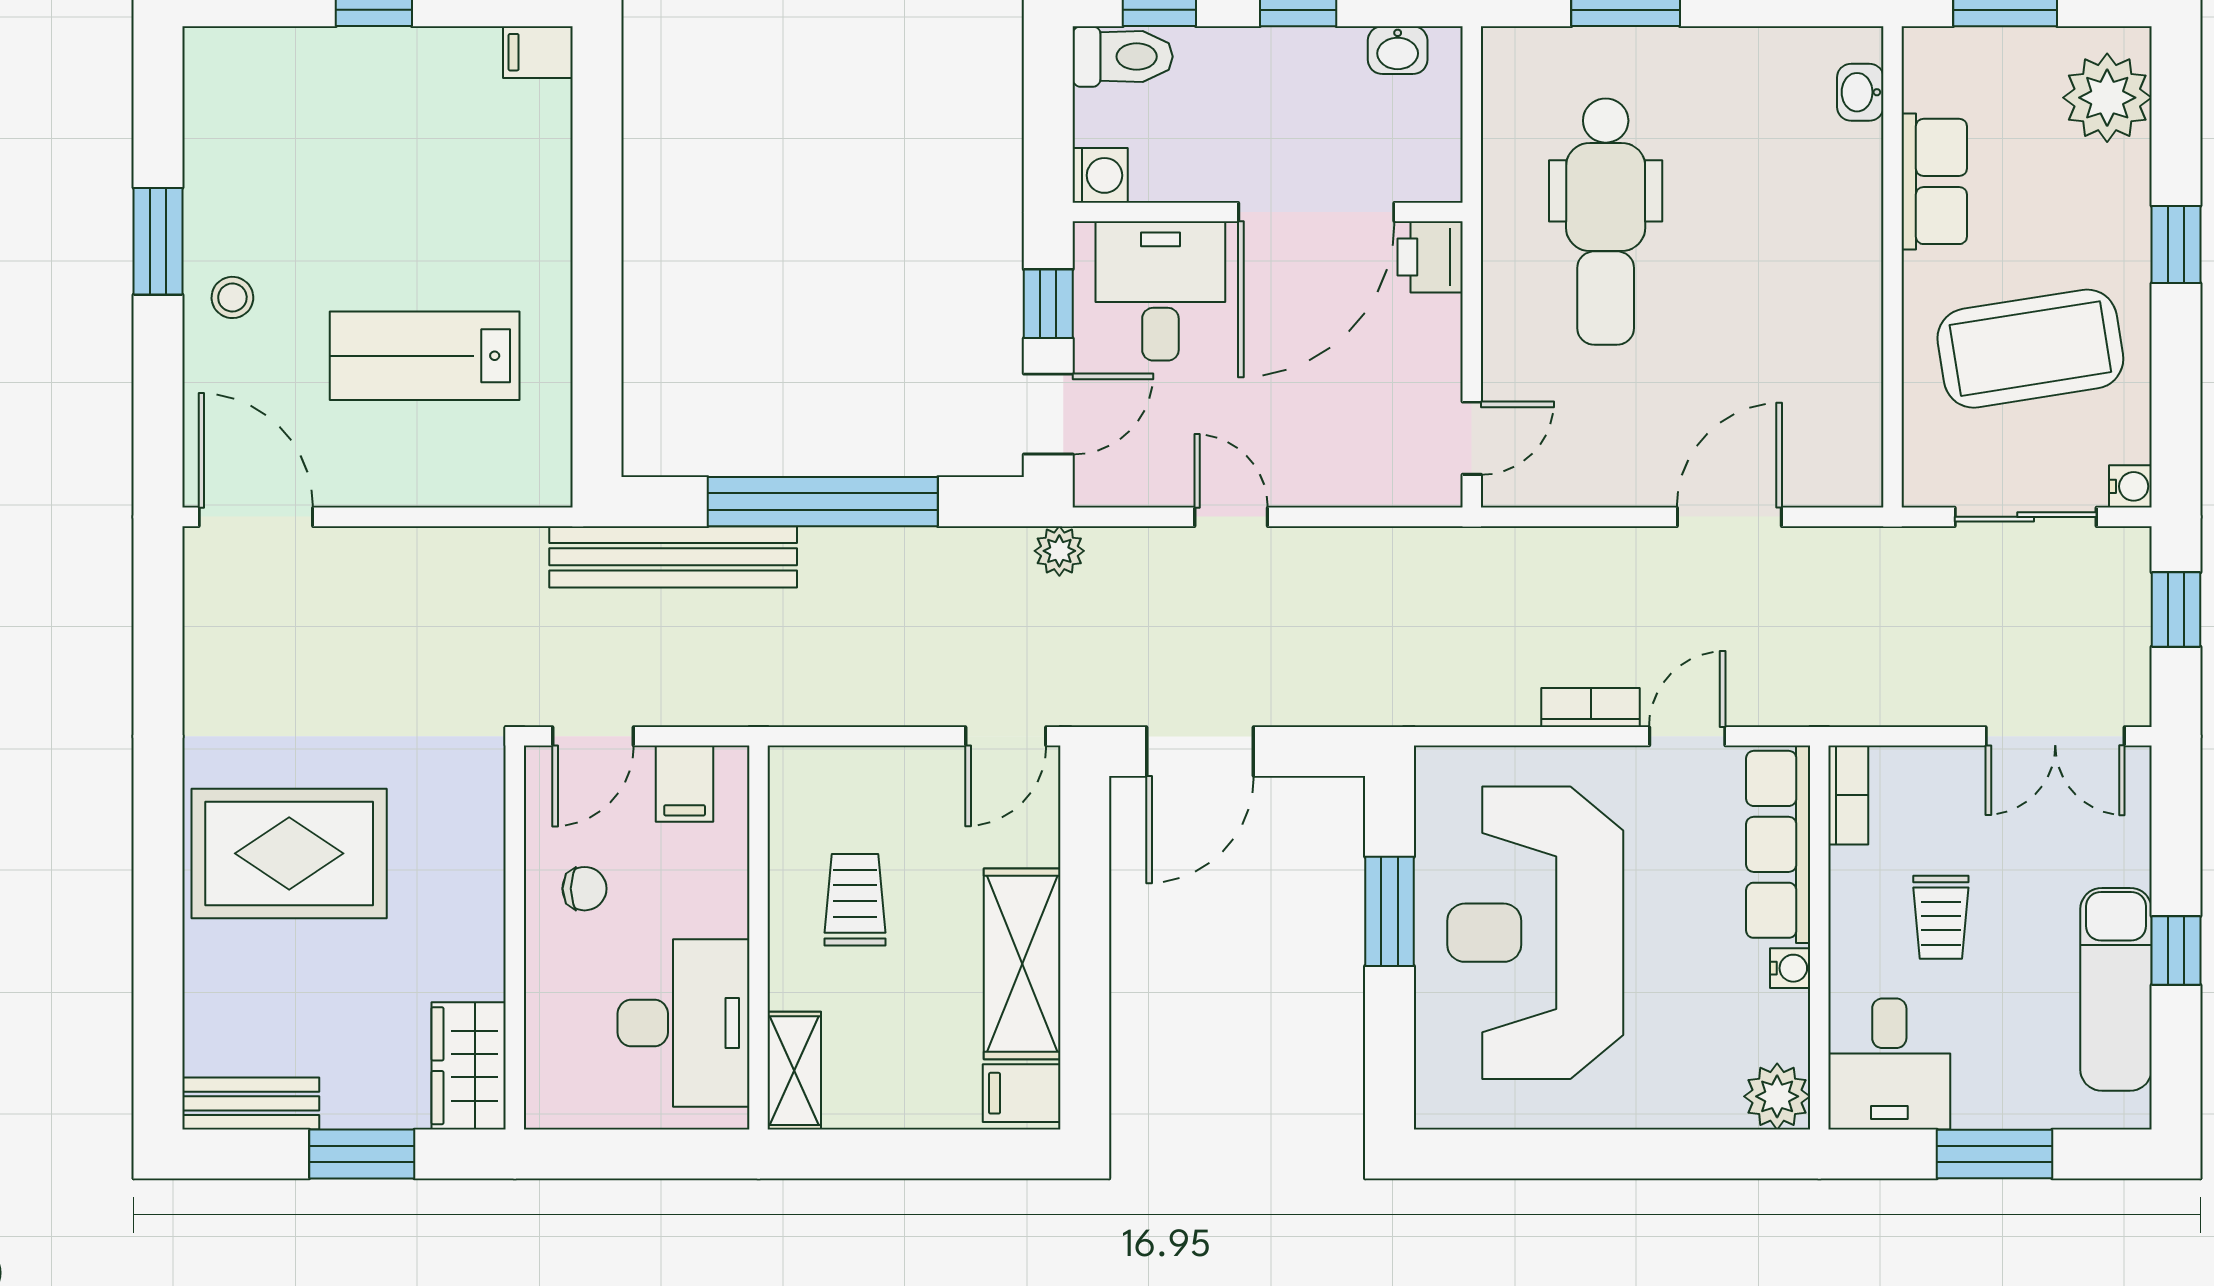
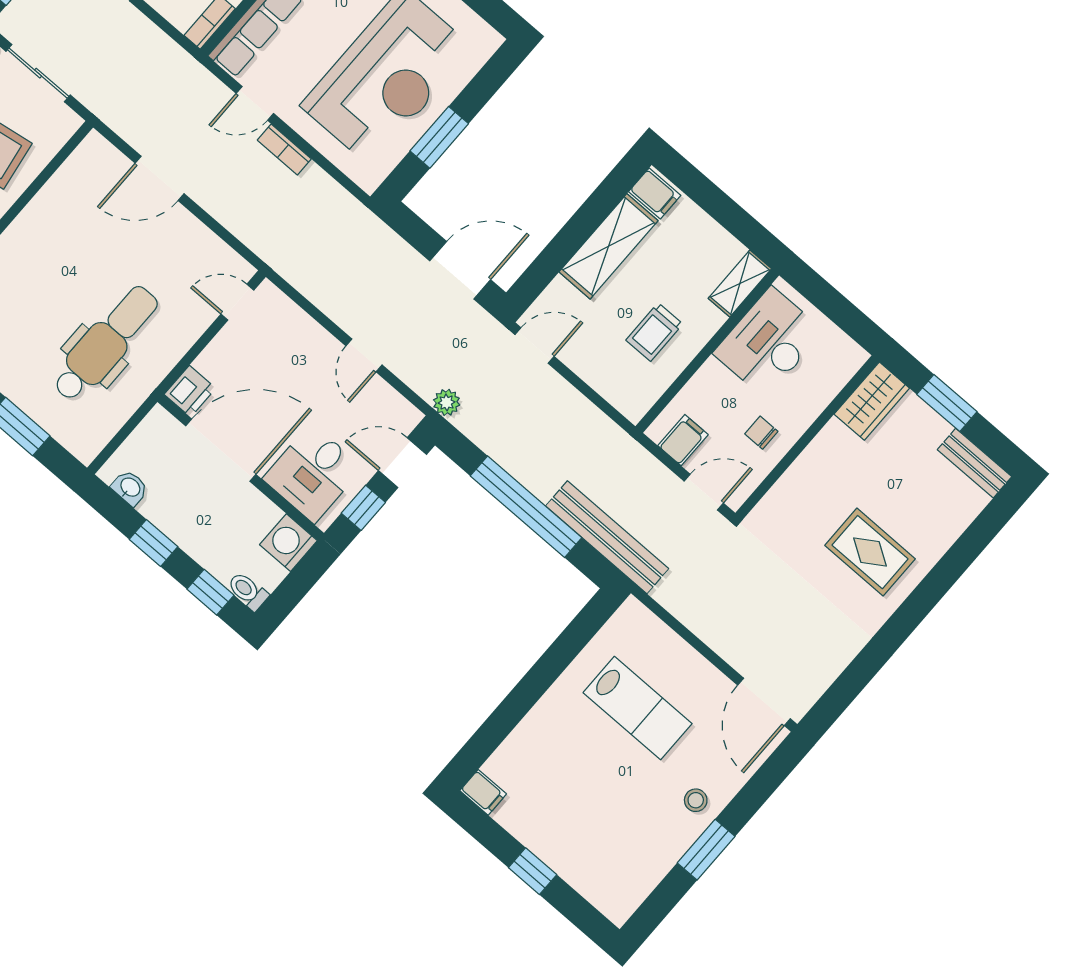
toilet: (1123, 57) -> (248, 591), width x0.73, depth x0.72
washing machine: (1100, 175) -> (288, 543), width x1.38, depth x1.38
rug: (289, 853) -> (870, 552), width x0.73, depth x0.70

